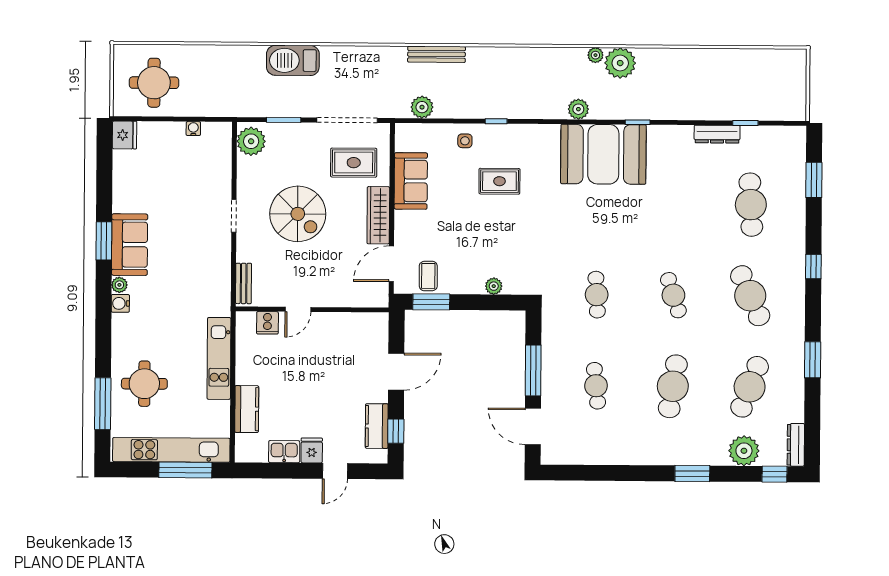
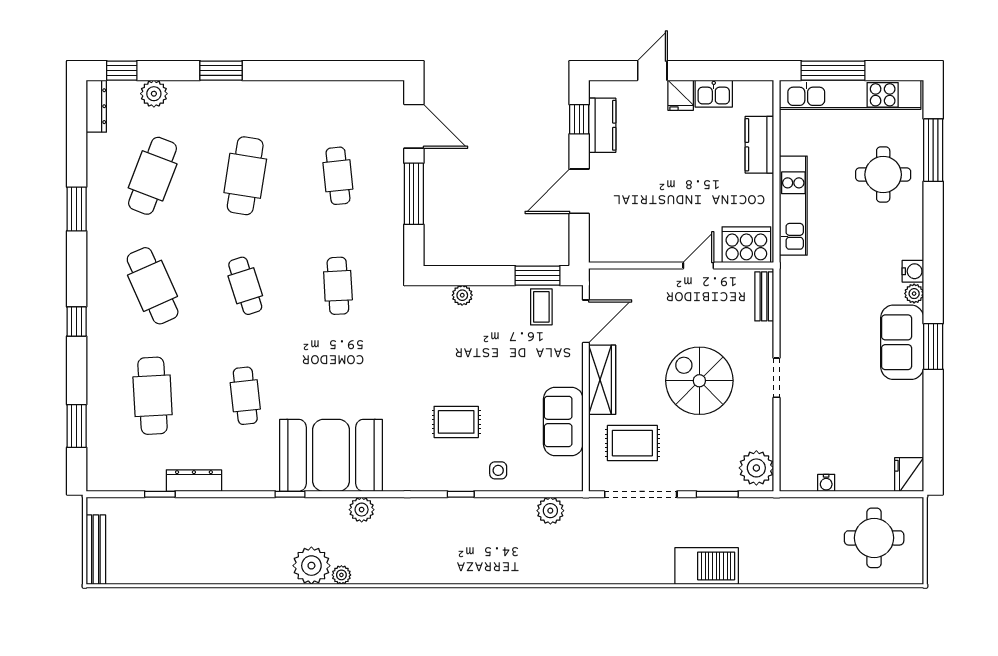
bench: (436, 54) -> (96, 550), moved, turned 90
cafe table: (674, 204) -> (245, 396), added
cooker: (267, 323) -> (746, 245), width x1.87, depth x1.31
plant: (744, 451) -> (154, 94), width x0.73, depth x0.73

